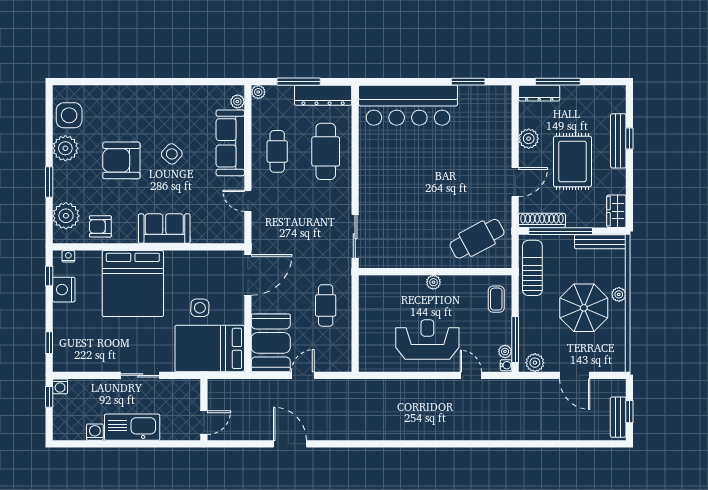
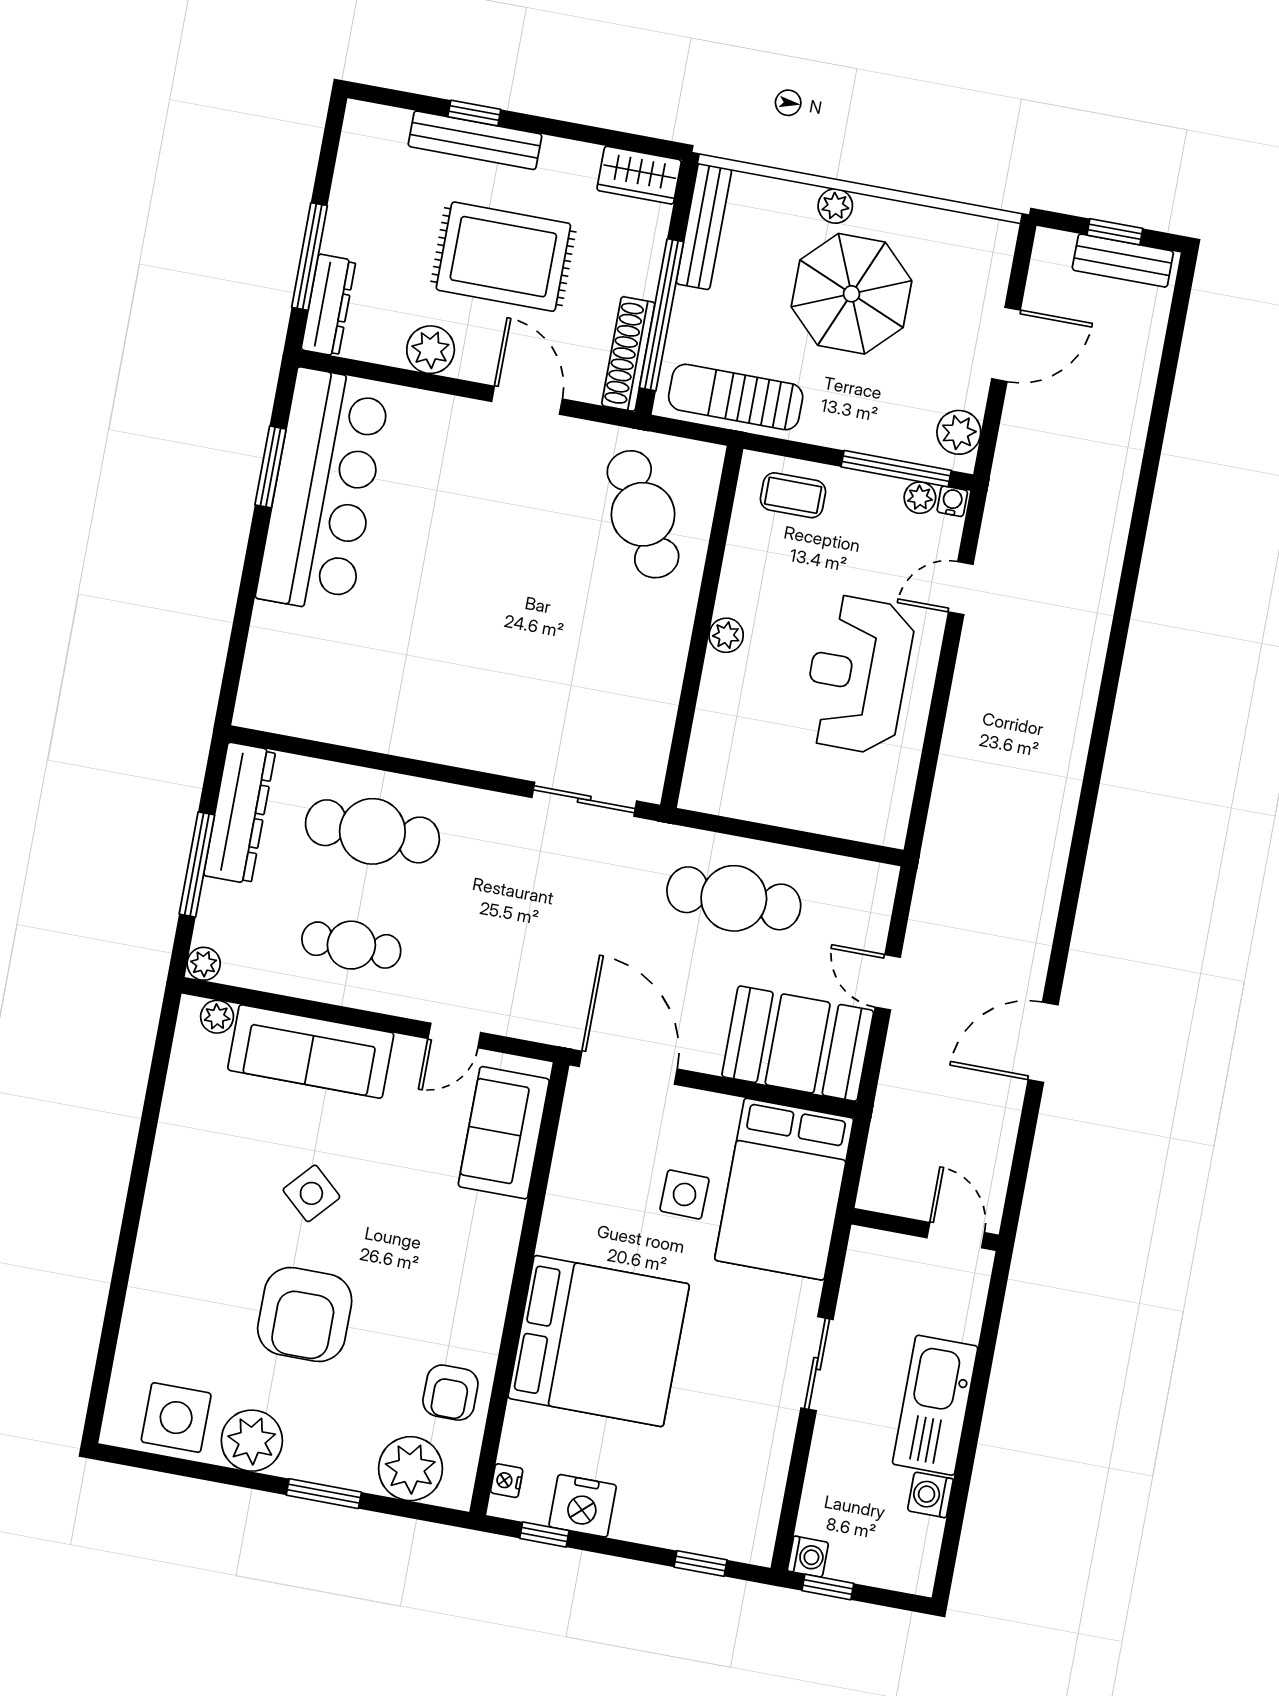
bar counter: (408, 105) -> (323, 491), moved
sofa: (164, 229) -> (504, 1133), moved
cafe table: (326, 305) -> (734, 898), width x1.37, depth x1.35

